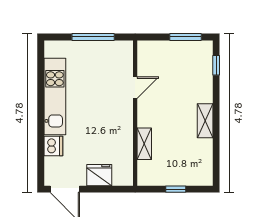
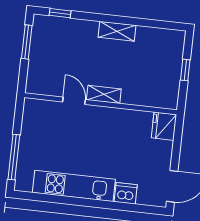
window: (93, 37) -> (14, 157), moved
shelving: (144, 144) -> (104, 94), moved
fridge: (99, 175) -> (164, 126), moved

